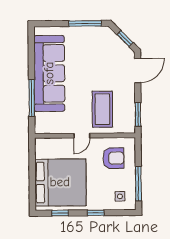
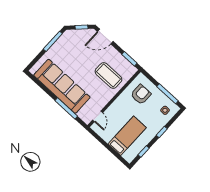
door: (138, 70) -> (105, 37), swing flipped
door: (82, 136) -> (98, 116), moved
bed: (60, 182) -> (127, 136), width x0.49

